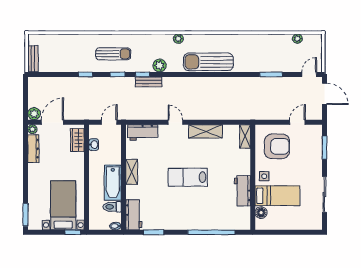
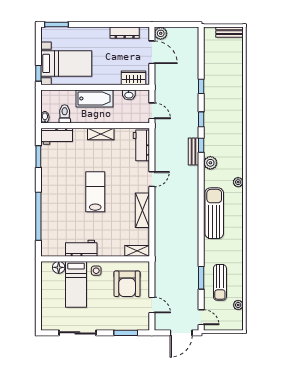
sun lounger: (113, 54) -> (220, 282), moved
bench: (33, 59) -> (229, 32), moved
plant: (32, 129) -> (145, 32), removed
bathtub: (113, 183) -> (94, 98), moved, turned 180

